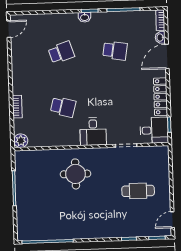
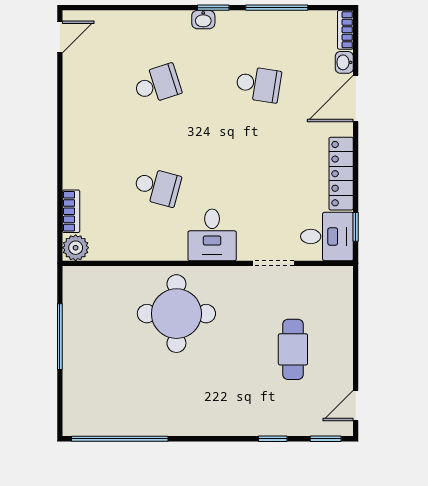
bookcase: (17, 107) -> (71, 211), moved
round table: (76, 174) -> (176, 314), width x1.36, depth x1.36
cafe table: (138, 191) -> (293, 349), turned 90

